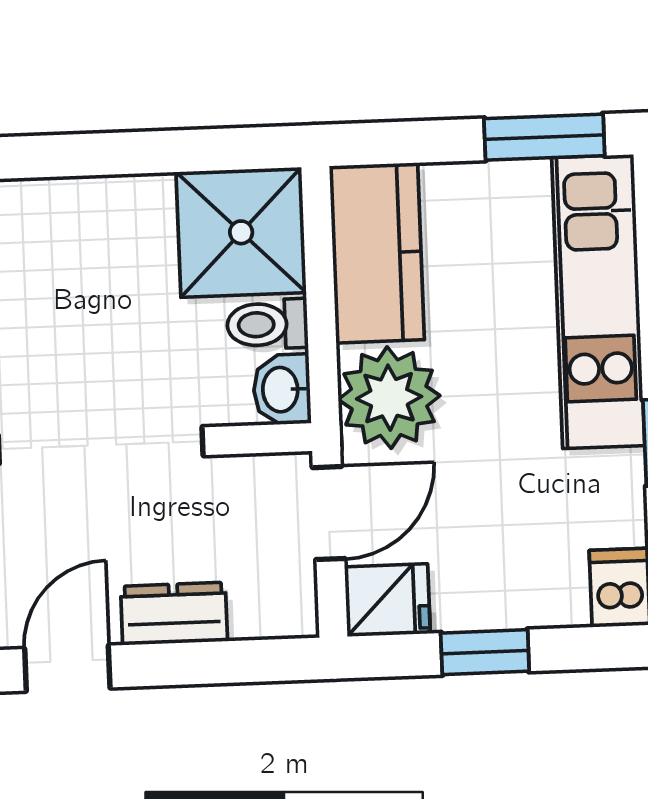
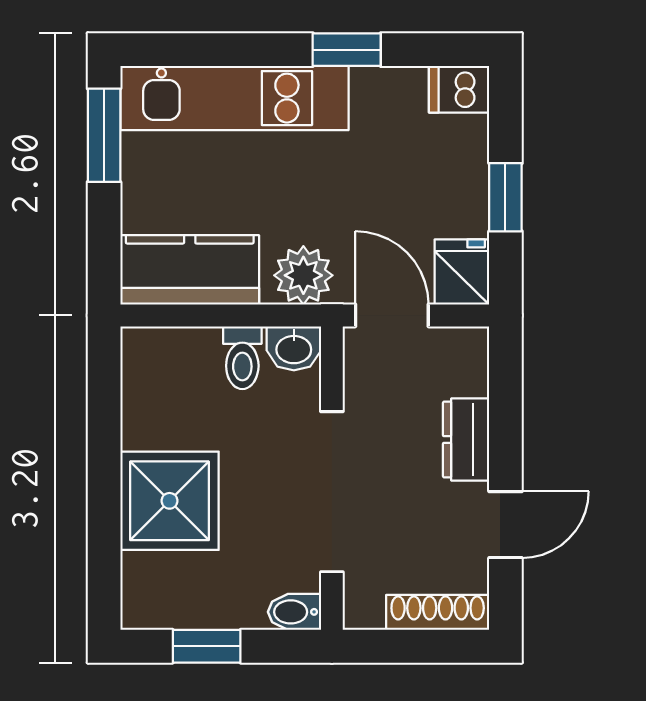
shower: (241, 232) -> (170, 501), moved
plant: (389, 398) -> (303, 275), width x0.73, depth x0.73
door: (67, 668) -> (505, 525), swing flipped

